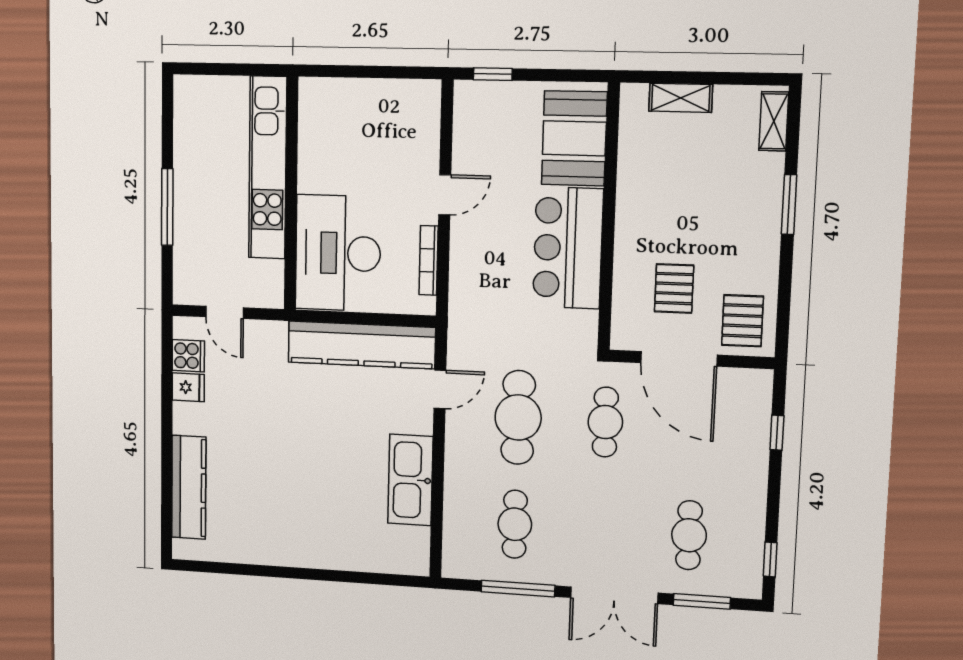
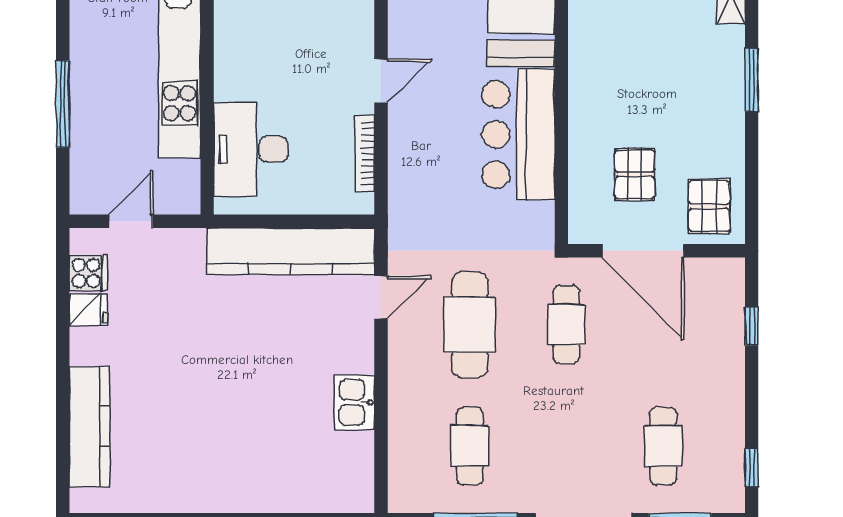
desk: (338, 253) -> (251, 149), width x0.73, depth x0.77
door: (225, 312) -> (131, 221), swing flipped
kitchen sink: (410, 480) -> (354, 403), width x0.53, depth x0.81

